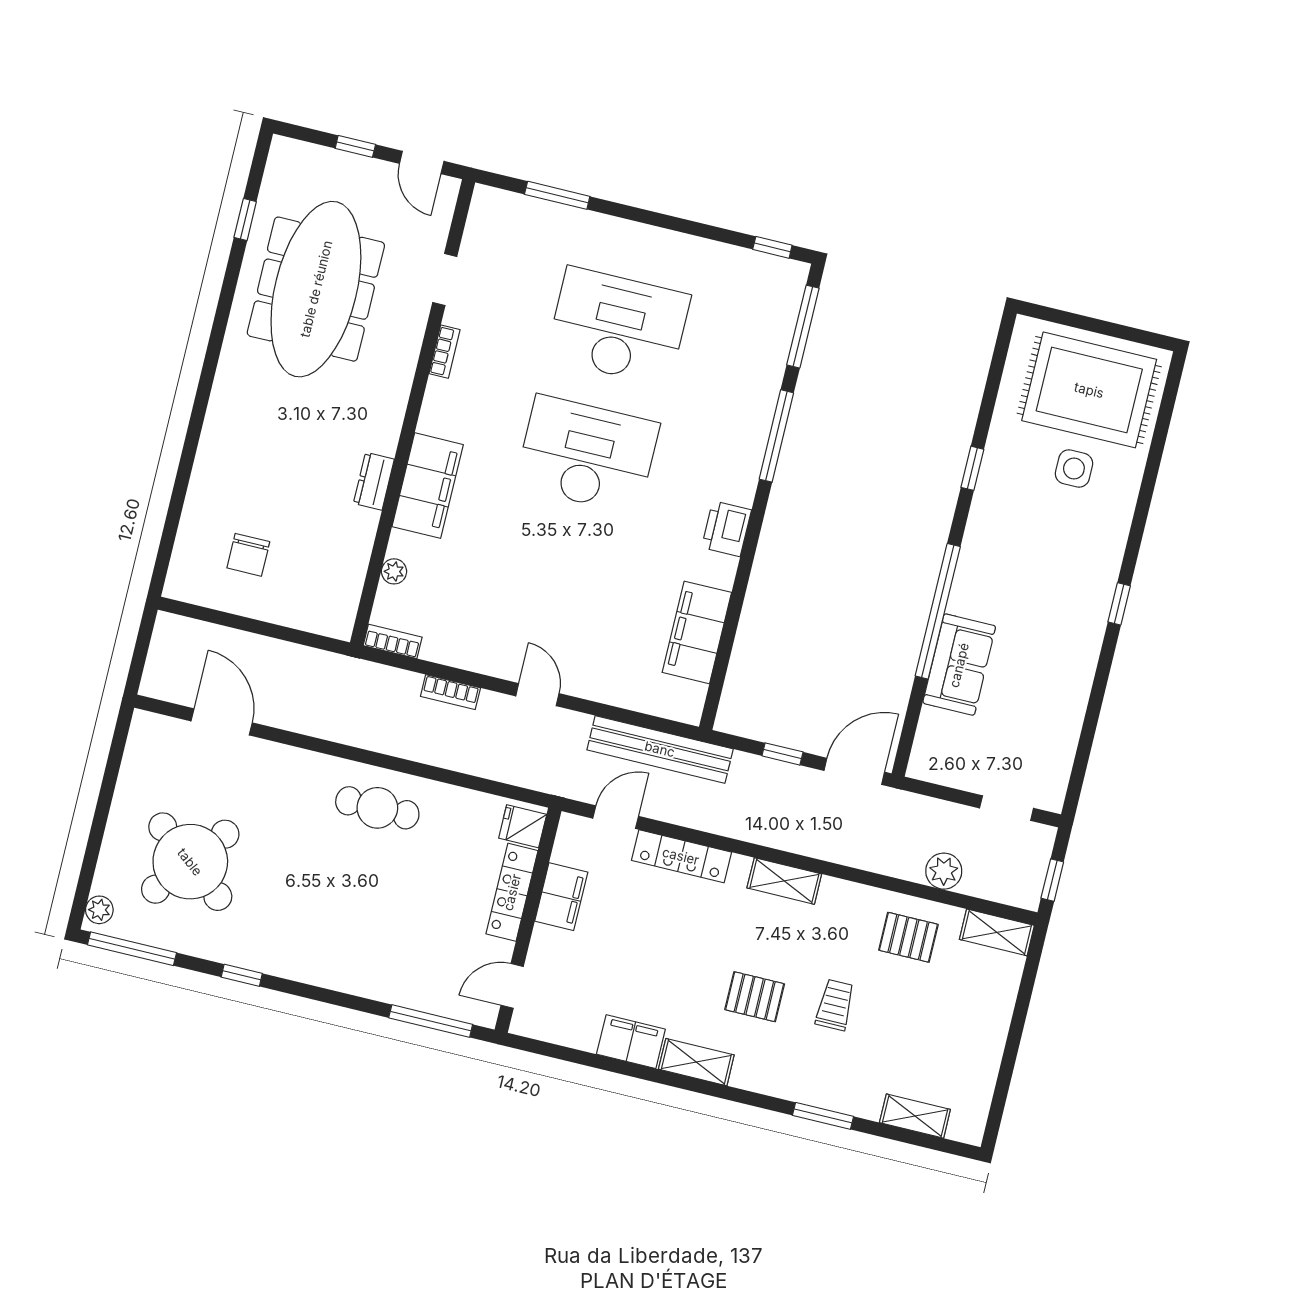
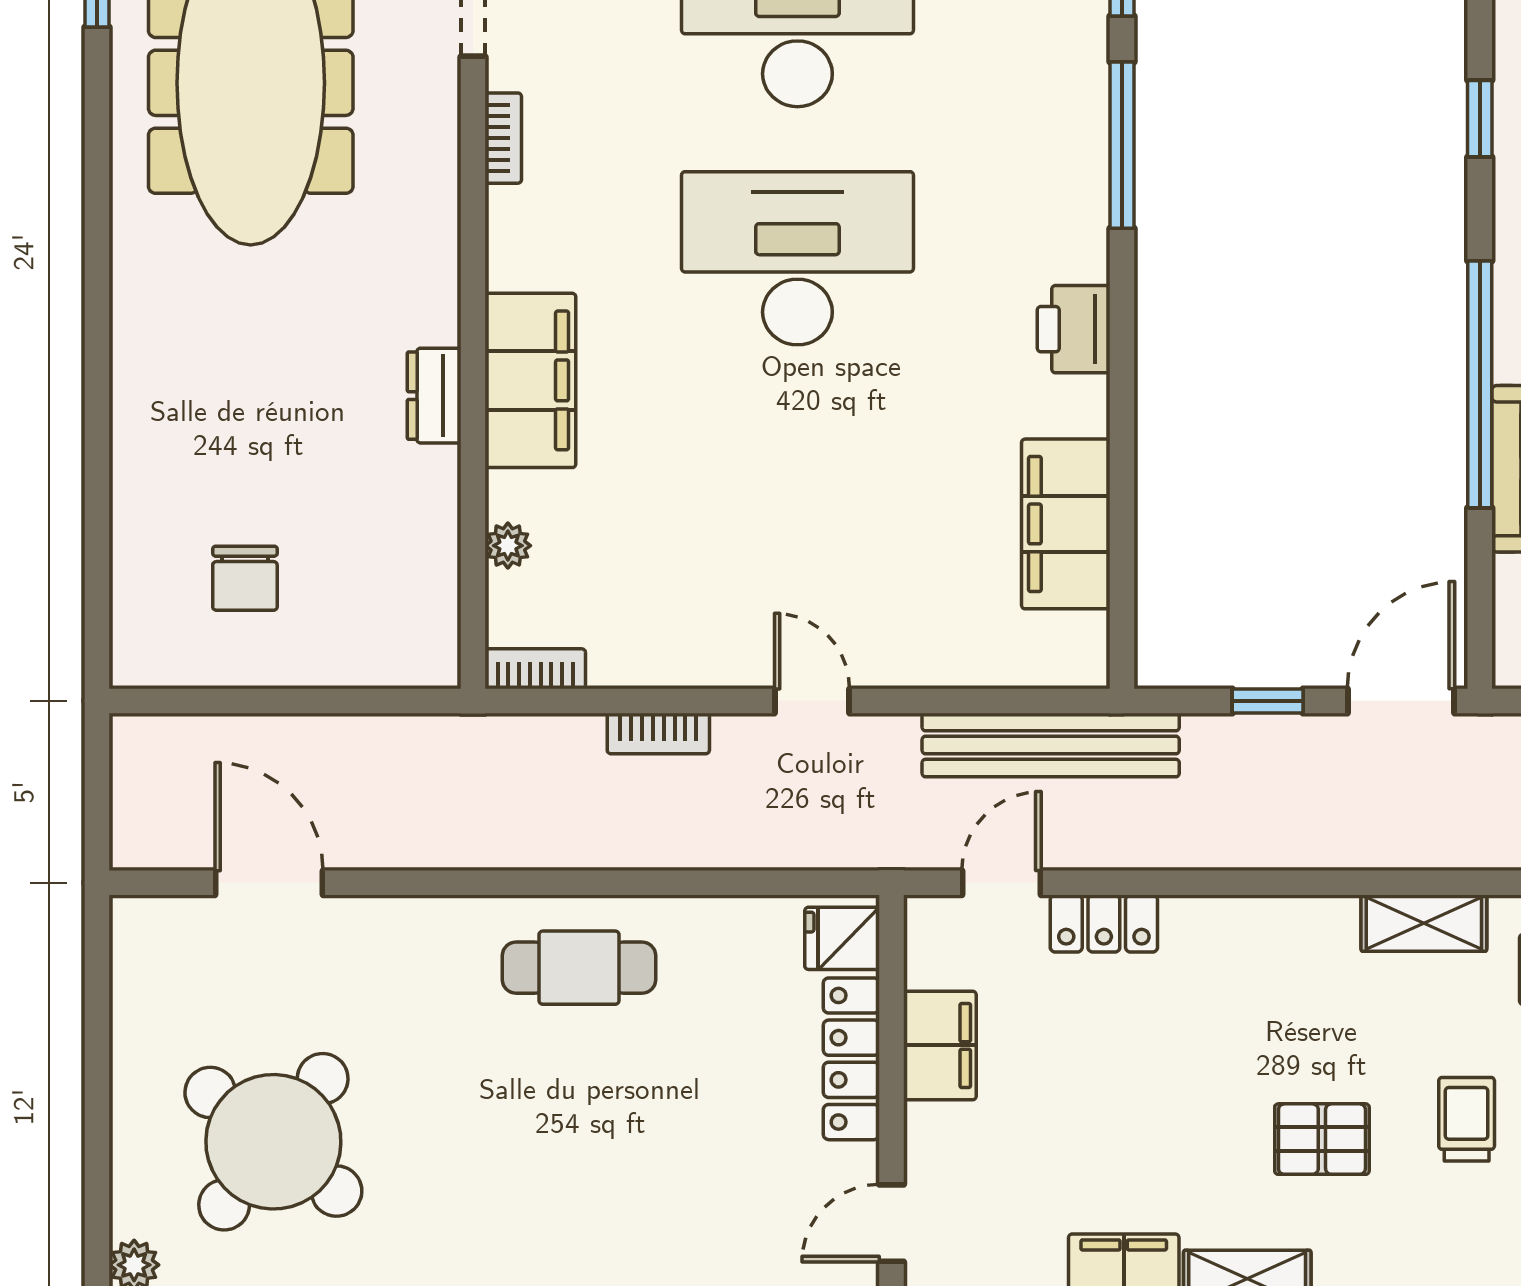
locker: (681, 856) -> (1104, 924), width x0.66
shelving: (784, 881) -> (1424, 923), moved

